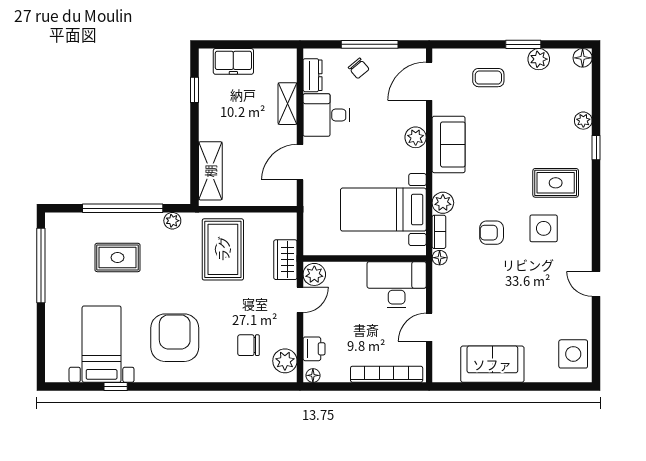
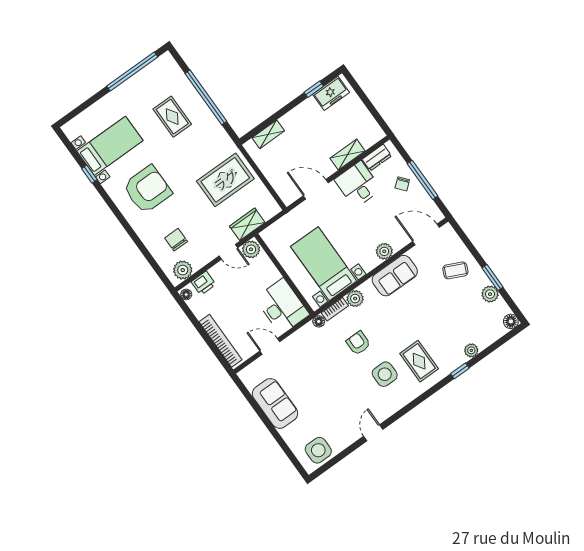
freezer: (233, 61) -> (331, 93), moved, turned -90
coffee table: (488, 78) -> (455, 270), turned -65
shelving: (210, 171) -> (268, 134), width x0.67, depth x0.75
plant: (172, 221) -> (221, 135), removed

